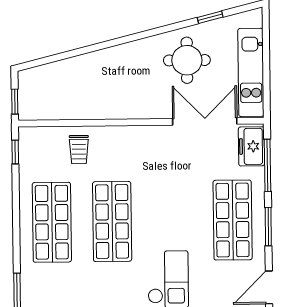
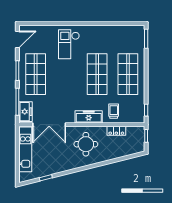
round table: (187, 60) -> (86, 144), moved
locker: (73, 111) -> (116, 131), added
freezer: (128, 138) -> (89, 117), added

